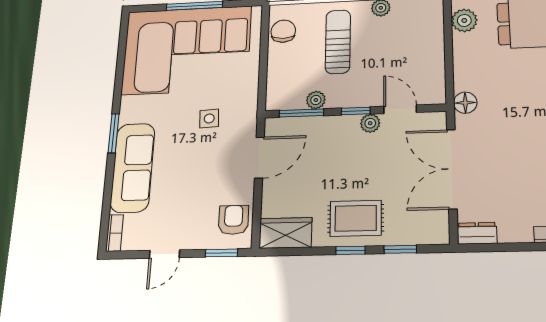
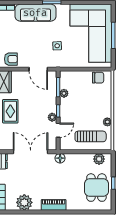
sun lounger: (338, 42) -> (91, 136), moved

